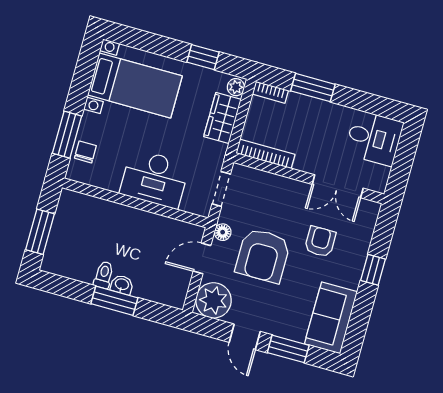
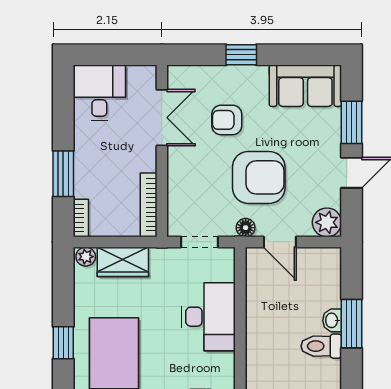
window: (203, 57) -> (63, 343), moved
toilet: (104, 275) -> (321, 346), width x1.37, depth x1.39
plant: (213, 300) -> (327, 222), width x0.73, depth x0.73

